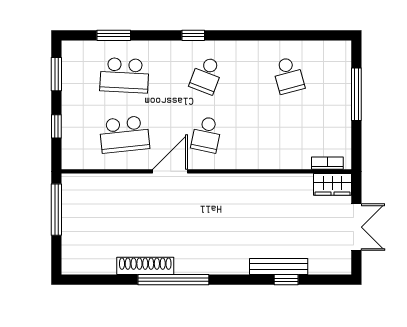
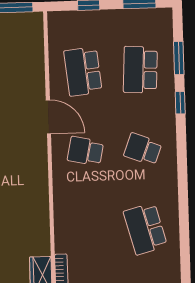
window: (193, 35) -> (180, 103), moved
school desk: (288, 75) -> (145, 229), width x1.85

